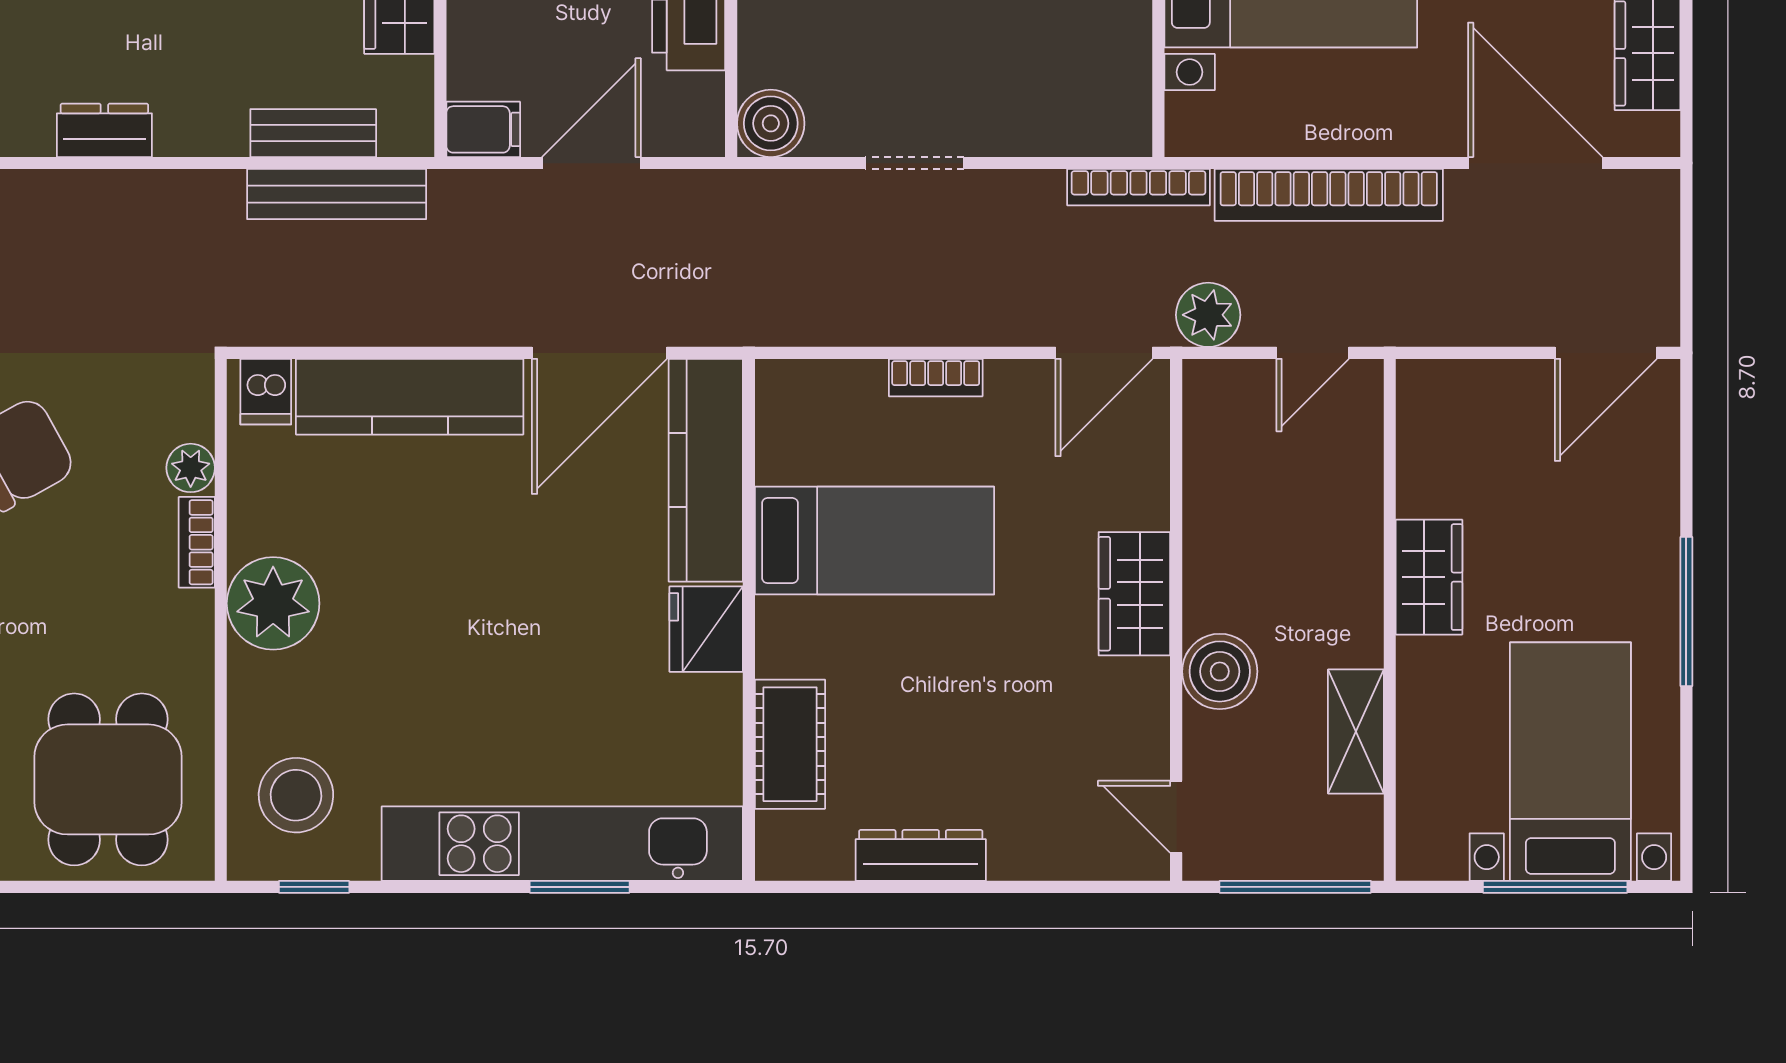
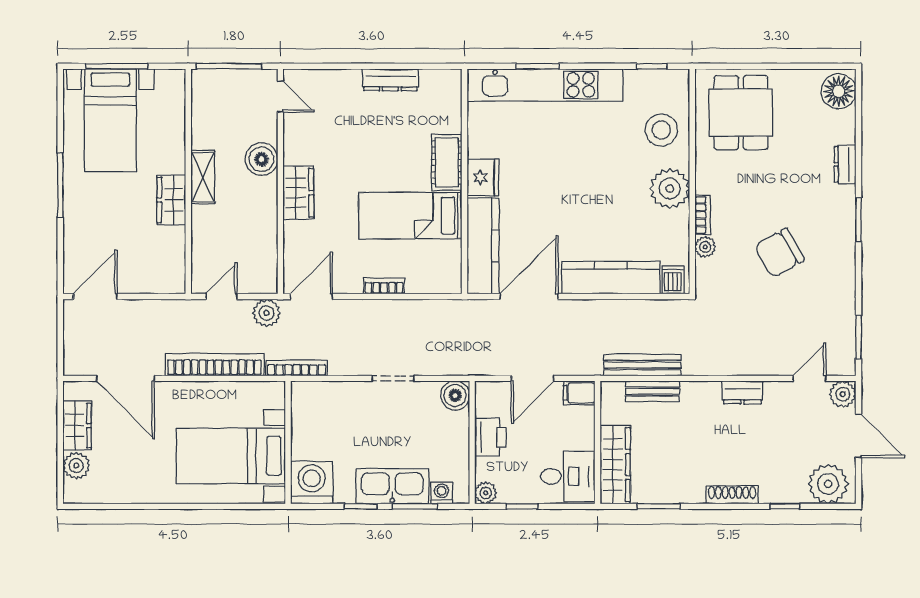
shelving: (1356, 731) -> (203, 177), moved
cot: (790, 744) -> (447, 162), moved
stool: (296, 795) -> (661, 130), moved

